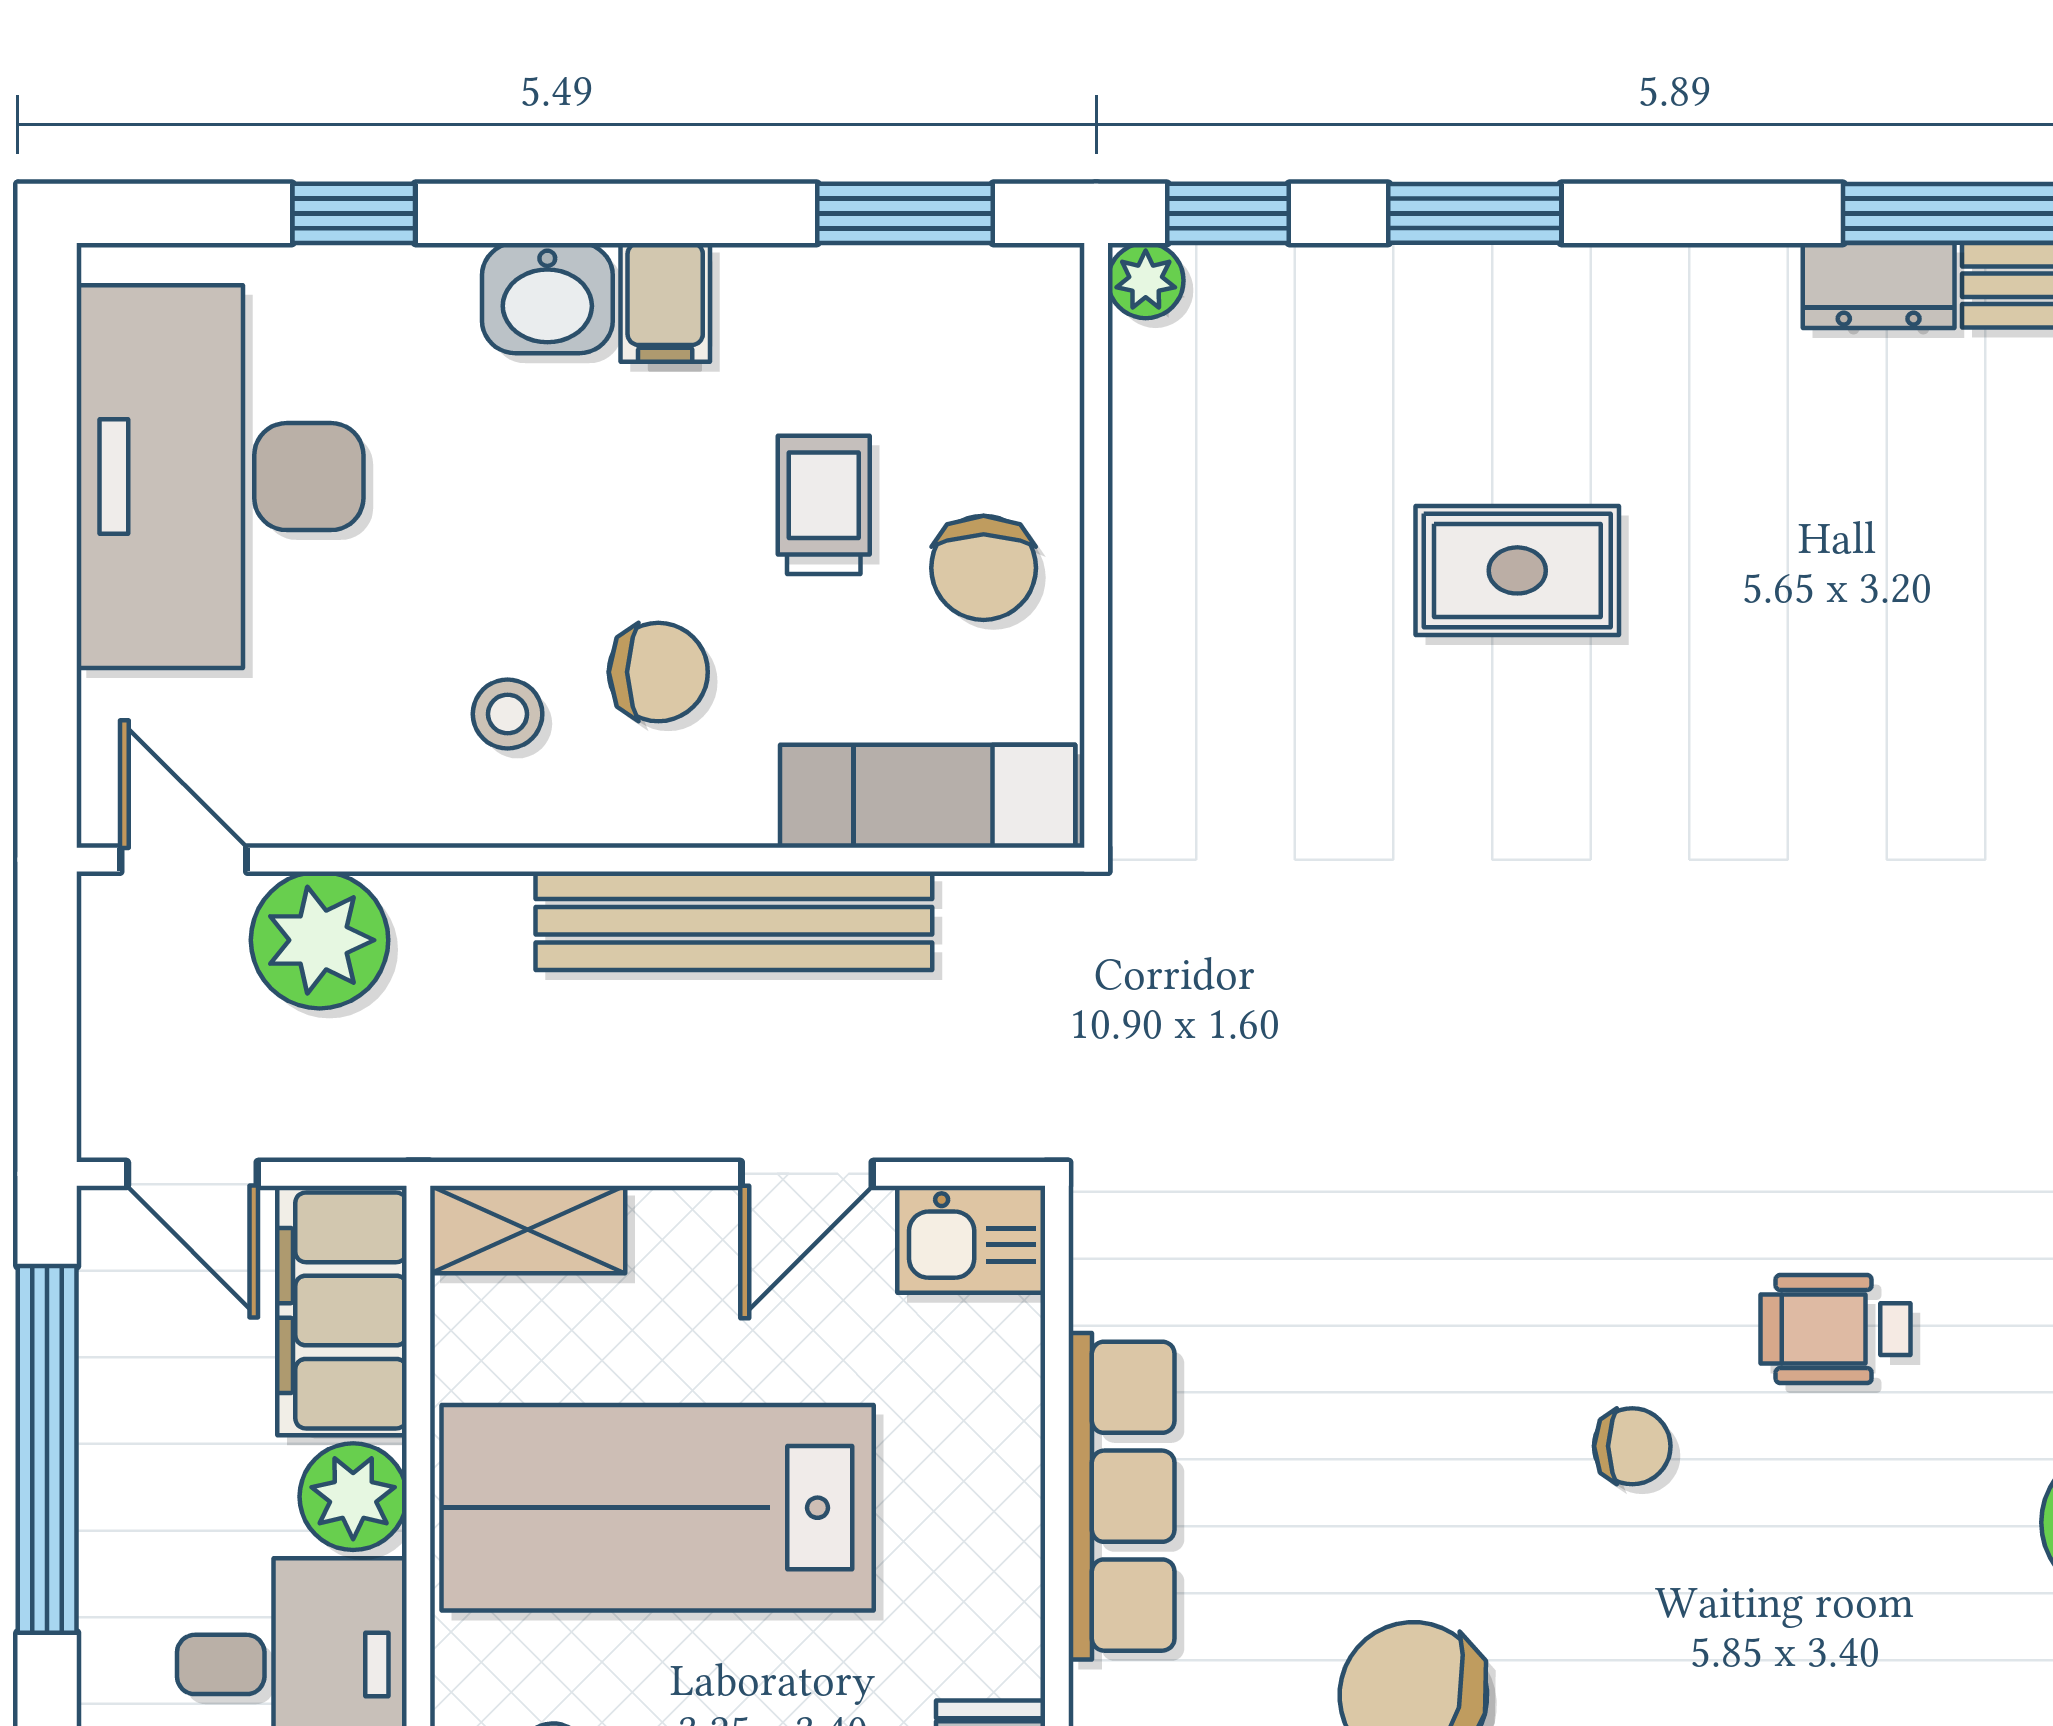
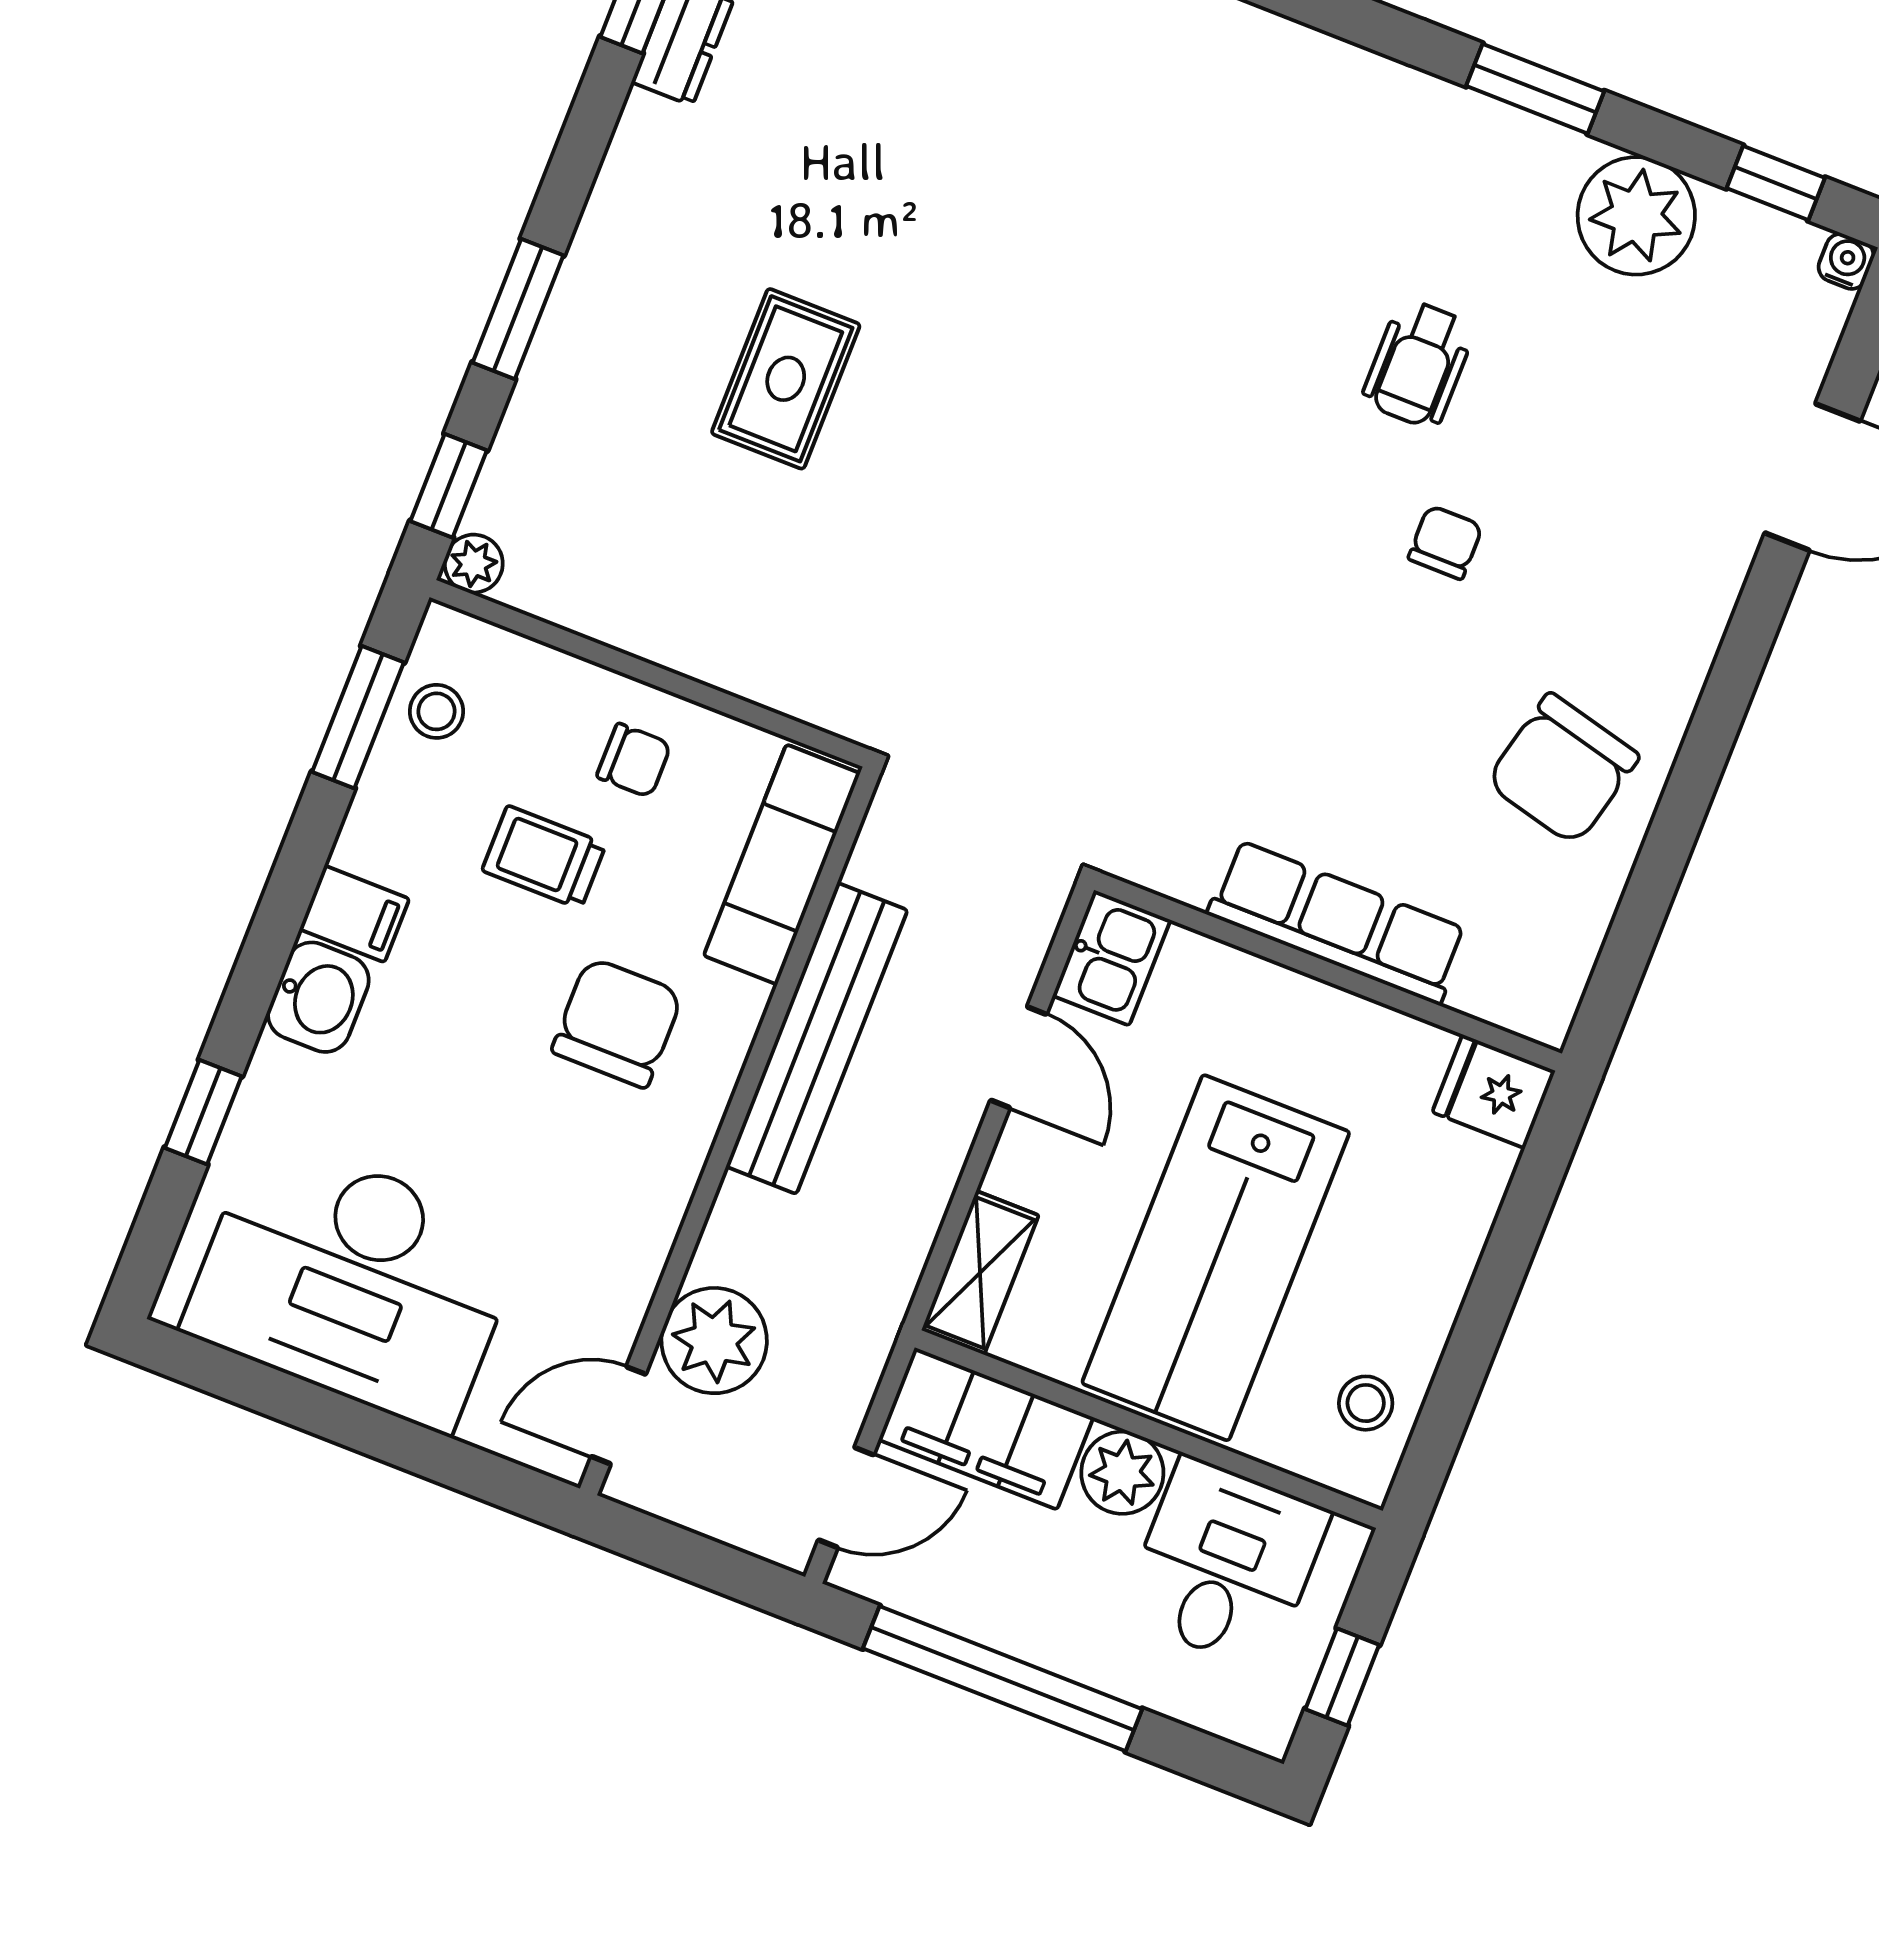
chair: (984, 568) -> (634, 760), width x0.73, depth x0.73
chair: (658, 672) -> (617, 1023), width x1.37, depth x1.37
stool: (508, 714) -> (437, 711), moved

